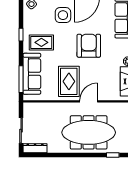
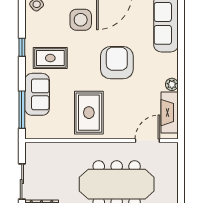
sofa: (32, 74) -> (37, 94), width x0.73
door: (89, 101) -> (147, 141), moved

